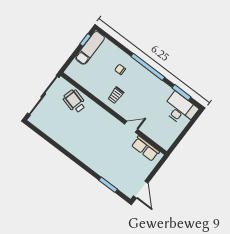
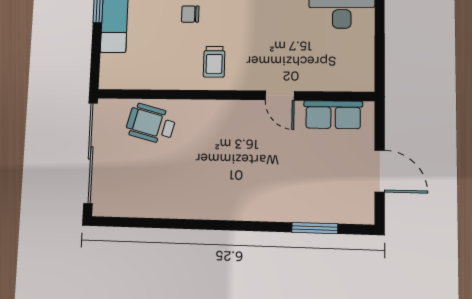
door: (131, 127) -> (280, 96), swing flipped
door: (141, 189) -> (380, 171), moved

